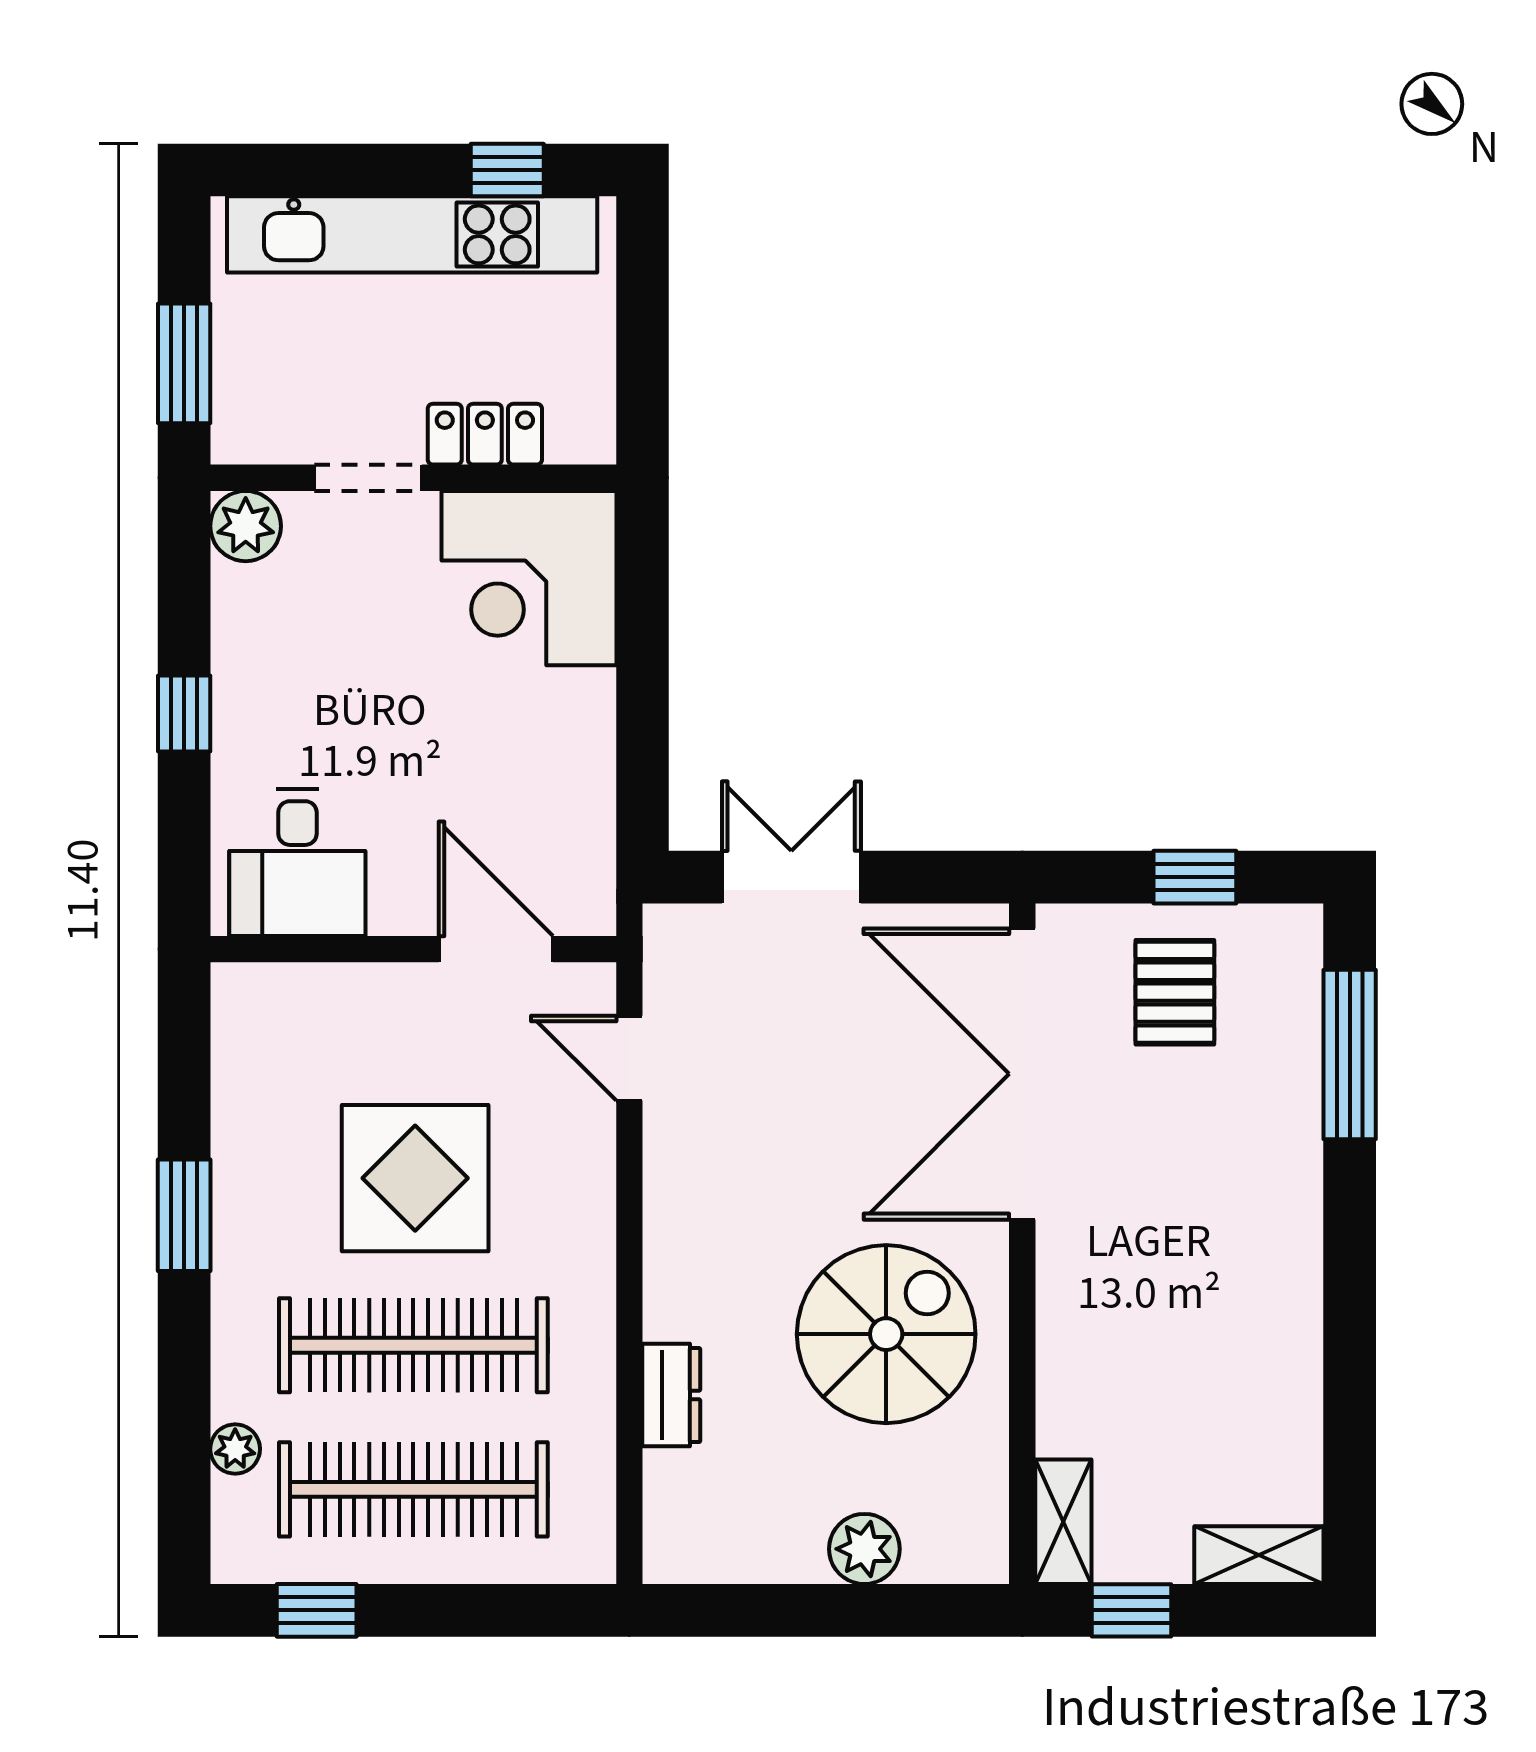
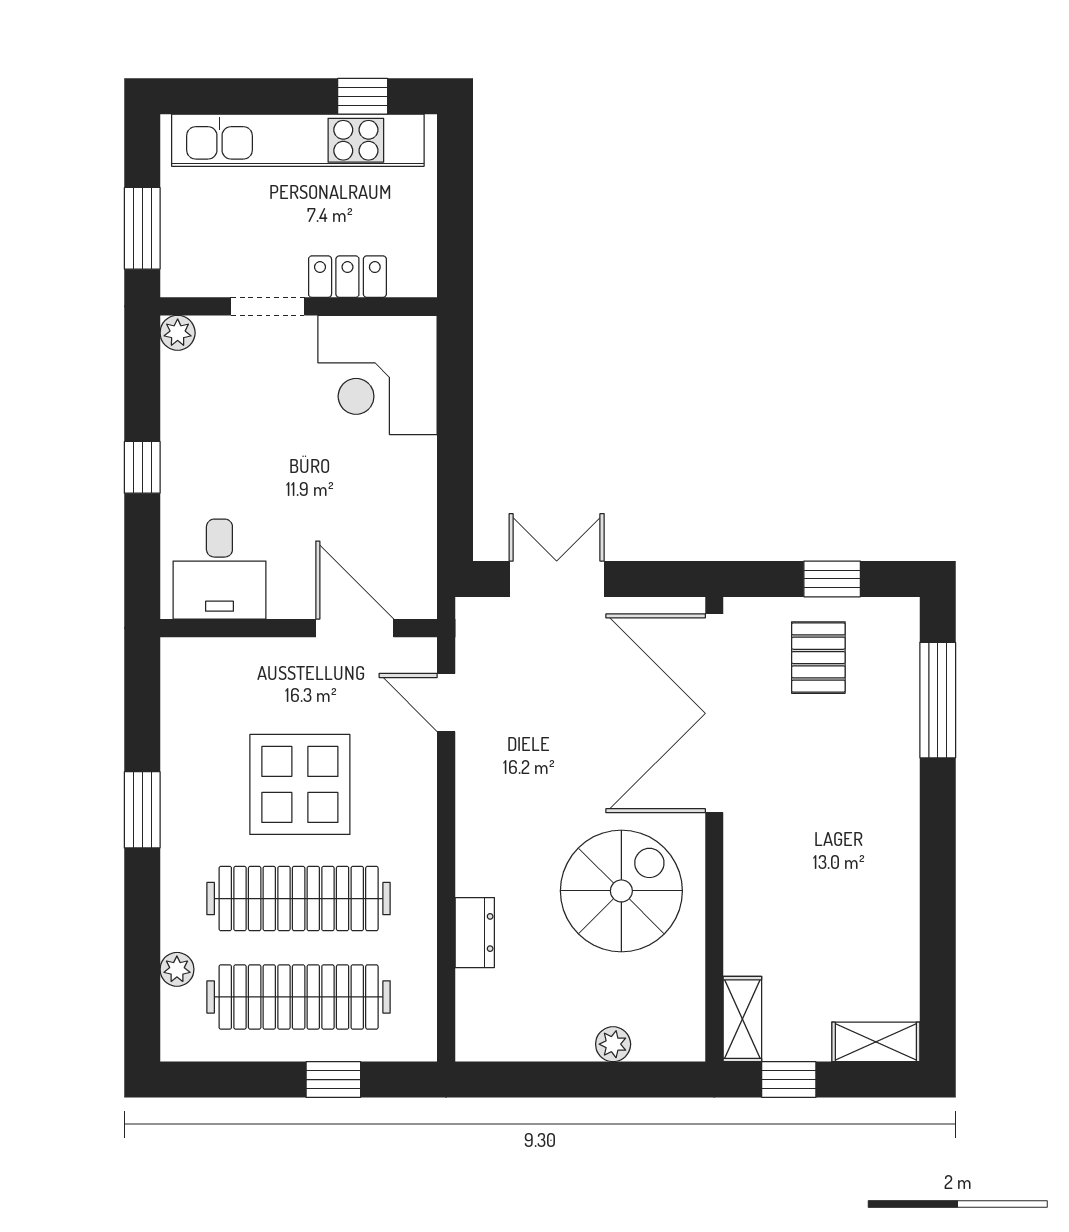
plant: (246, 526) -> (178, 333), width x0.73, depth x0.73
plant: (864, 1549) -> (613, 1044), width x0.73, depth x0.73
window: (317, 1610) -> (333, 1080), moved

